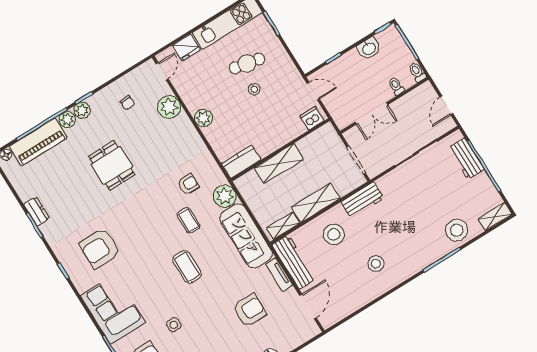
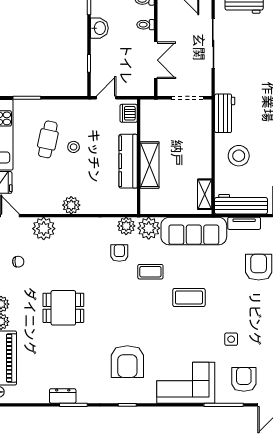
kitchen counter: (241, 162) -> (128, 161), moved, width x1.50
plant: (215, 176) -> (126, 226), added
shelving: (316, 203) -> (202, 154), removed

